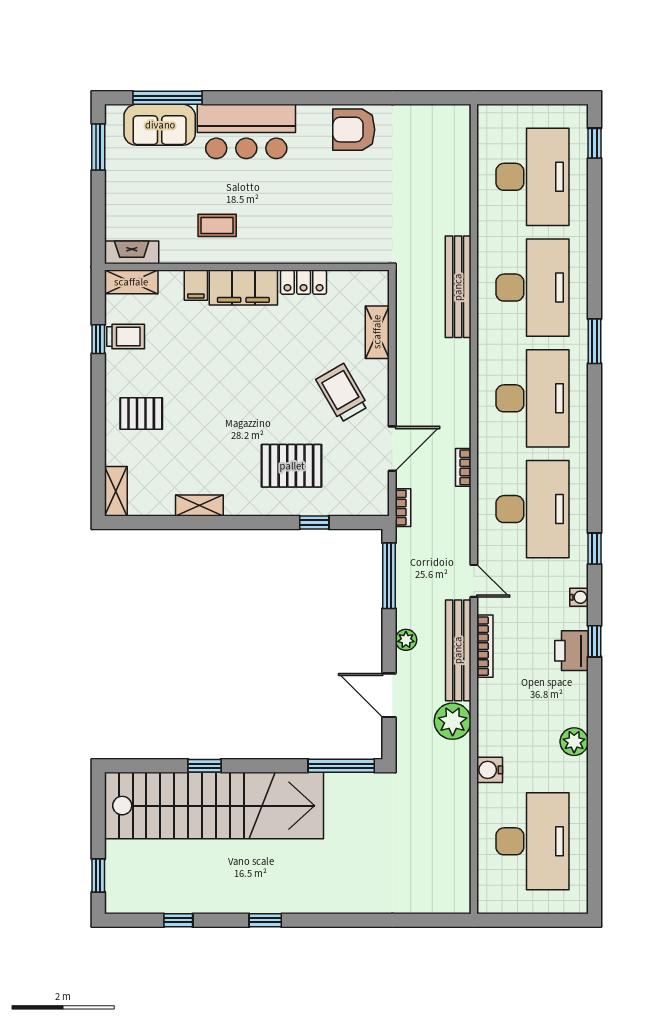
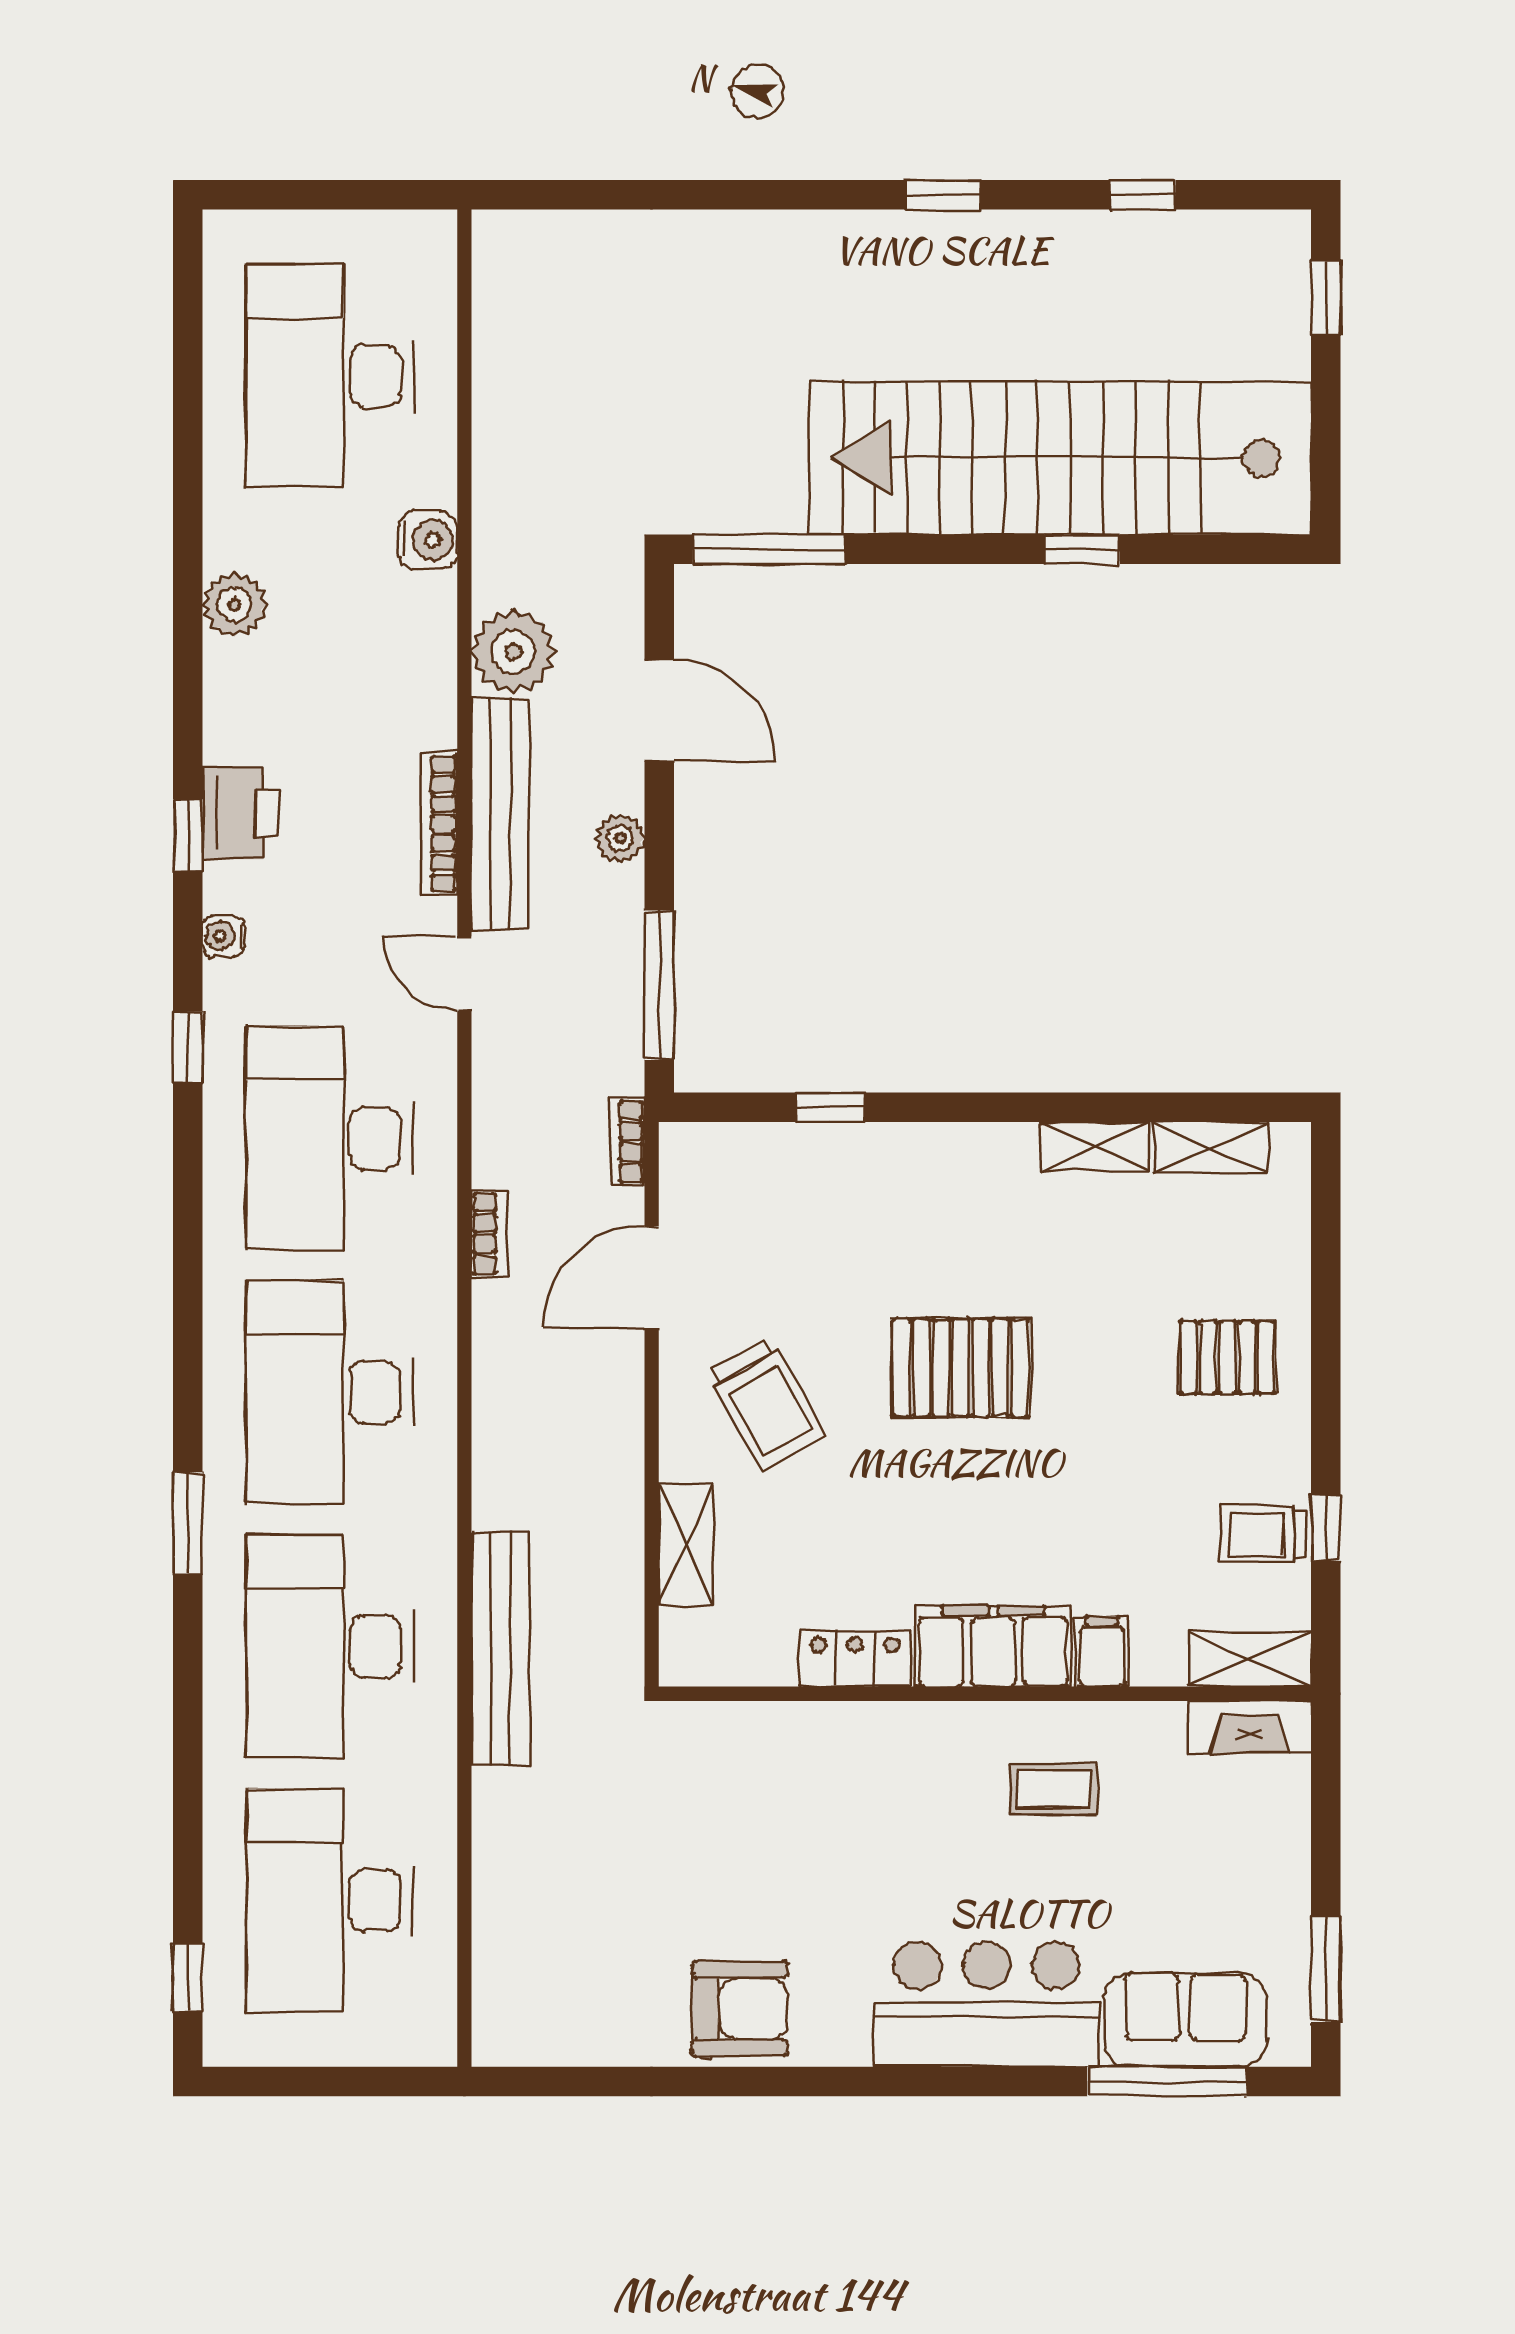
pallet: (292, 466) -> (961, 1368), moved
shelving: (116, 491) -> (1211, 1148), moved, turned 90

